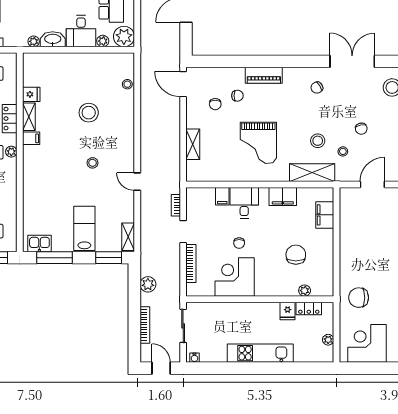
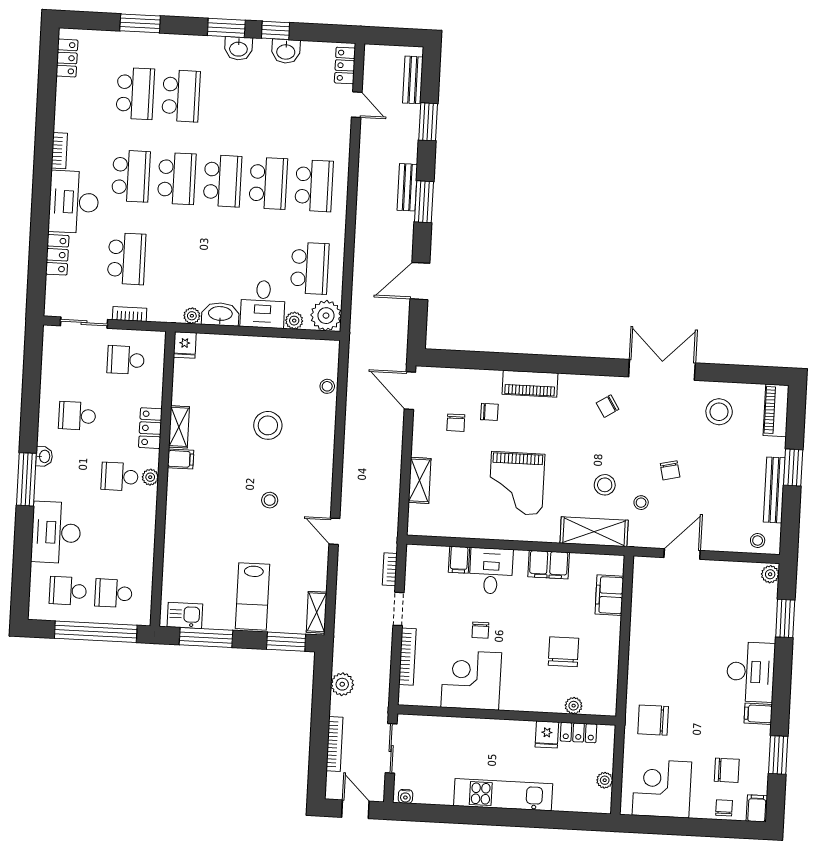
fridge: (31, 94) -> (185, 345), moved, turned 90
lab bench: (84, 228) -> (253, 596), turned 180

